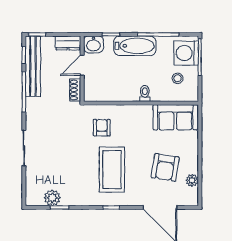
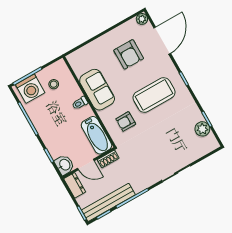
bathtub: (135, 46) -> (96, 135), moved, turned 180
sofa: (175, 117) -> (97, 90), moved
armchair: (165, 167) -> (129, 54), turned 81
plant: (192, 180) -> (142, 19), moved

